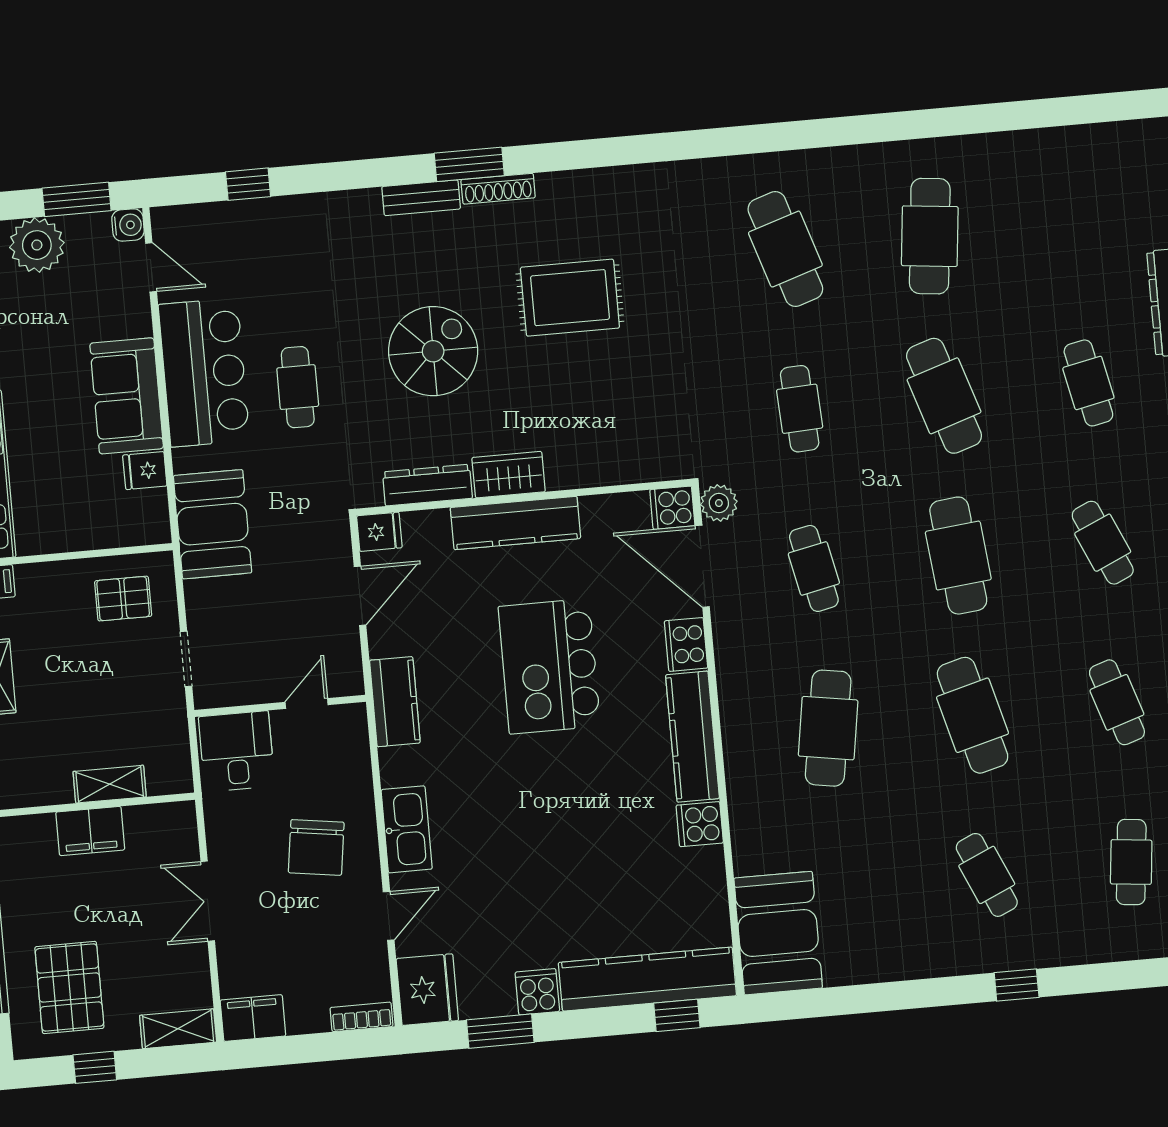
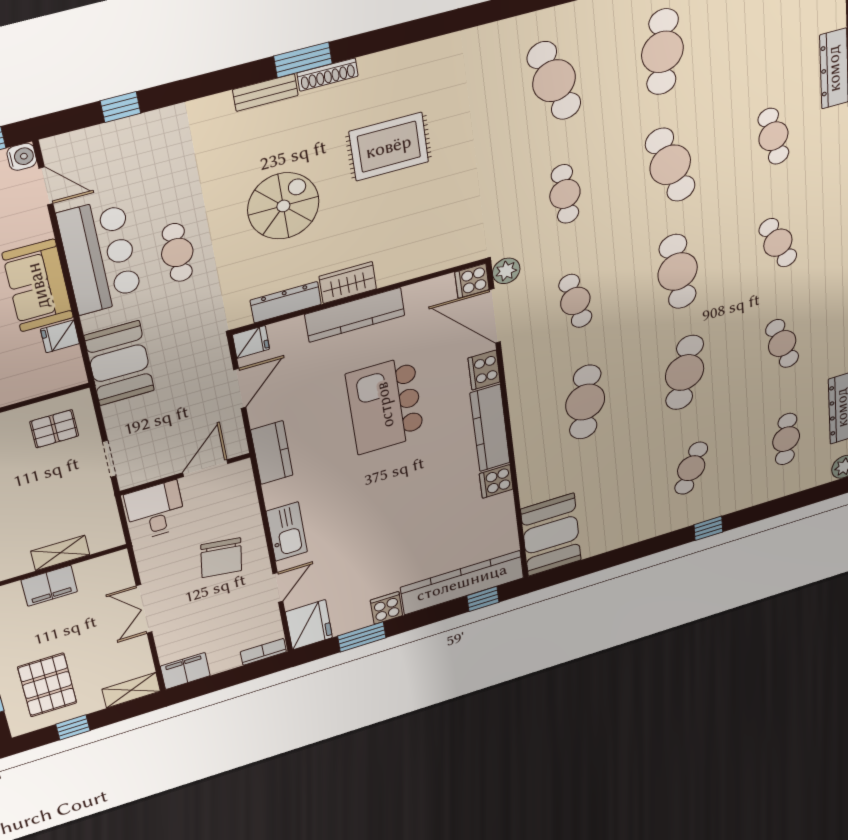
door: (307, 704) -> (205, 468), width x1.38
cafe table: (973, 715) -> (685, 373), turned 30
cafe table: (987, 875) -> (691, 468), turned 48

